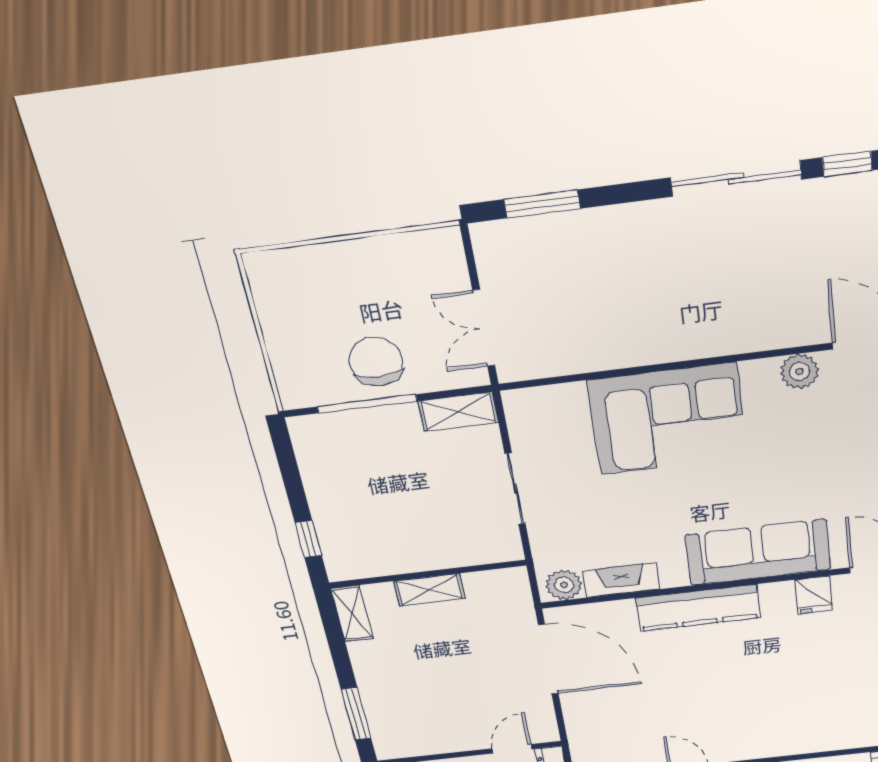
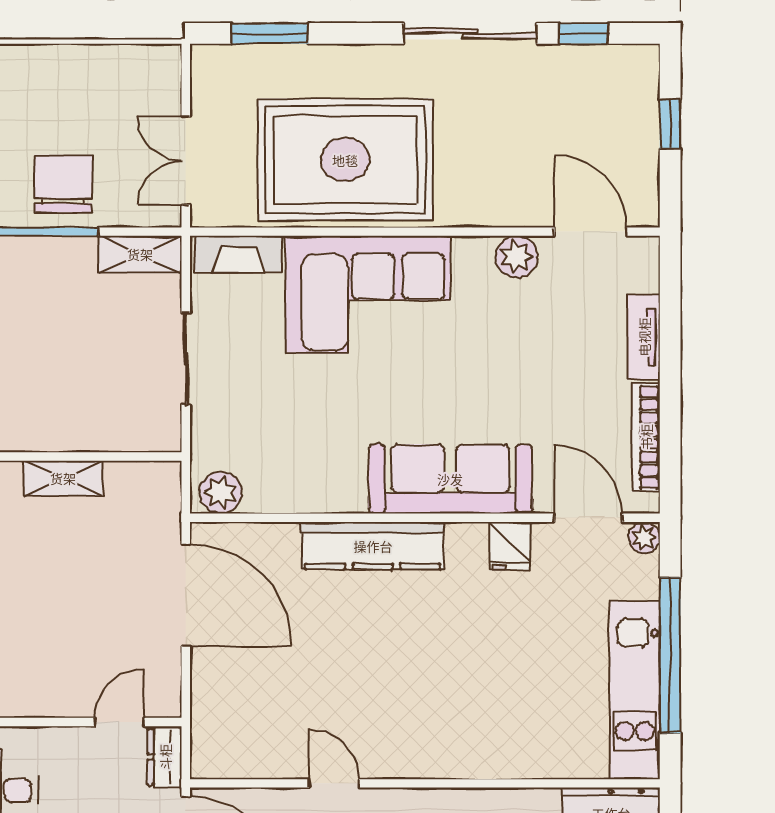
rug: (631, 308) -> (345, 160), added
fireplace: (621, 580) -> (239, 254), moved, turned 180

